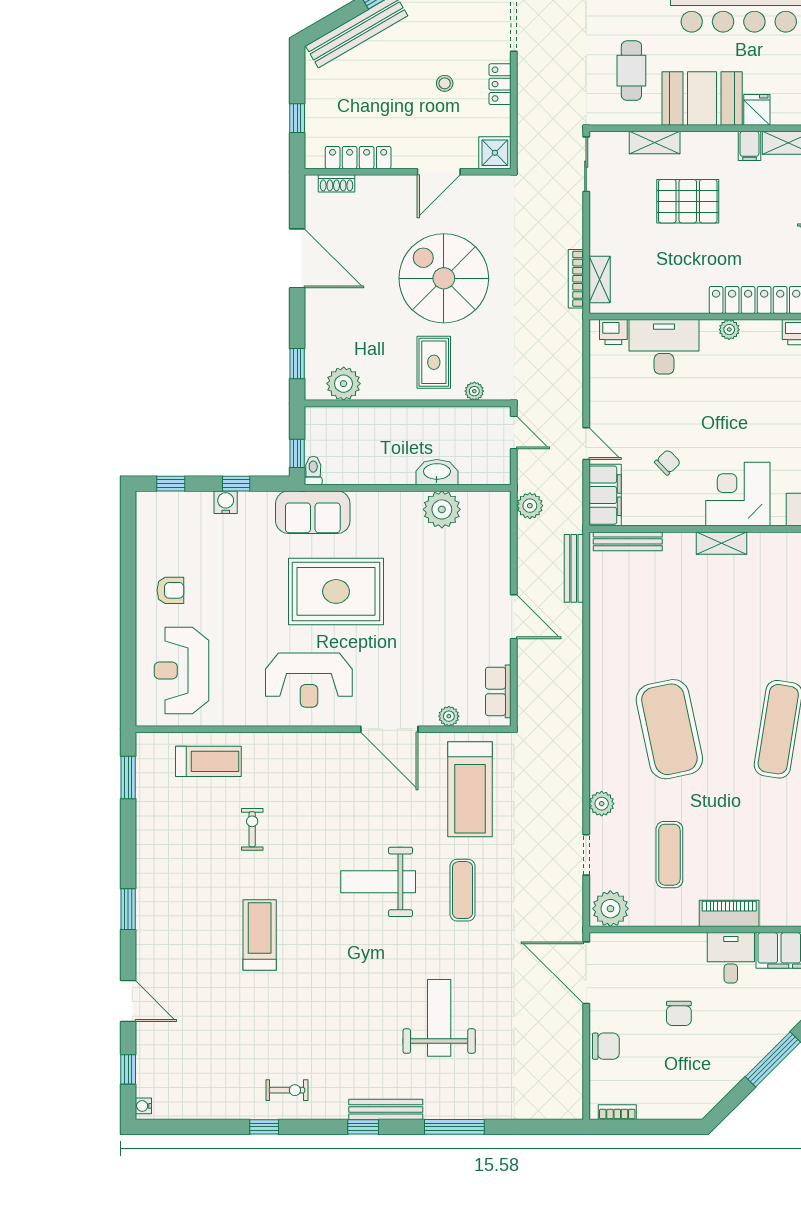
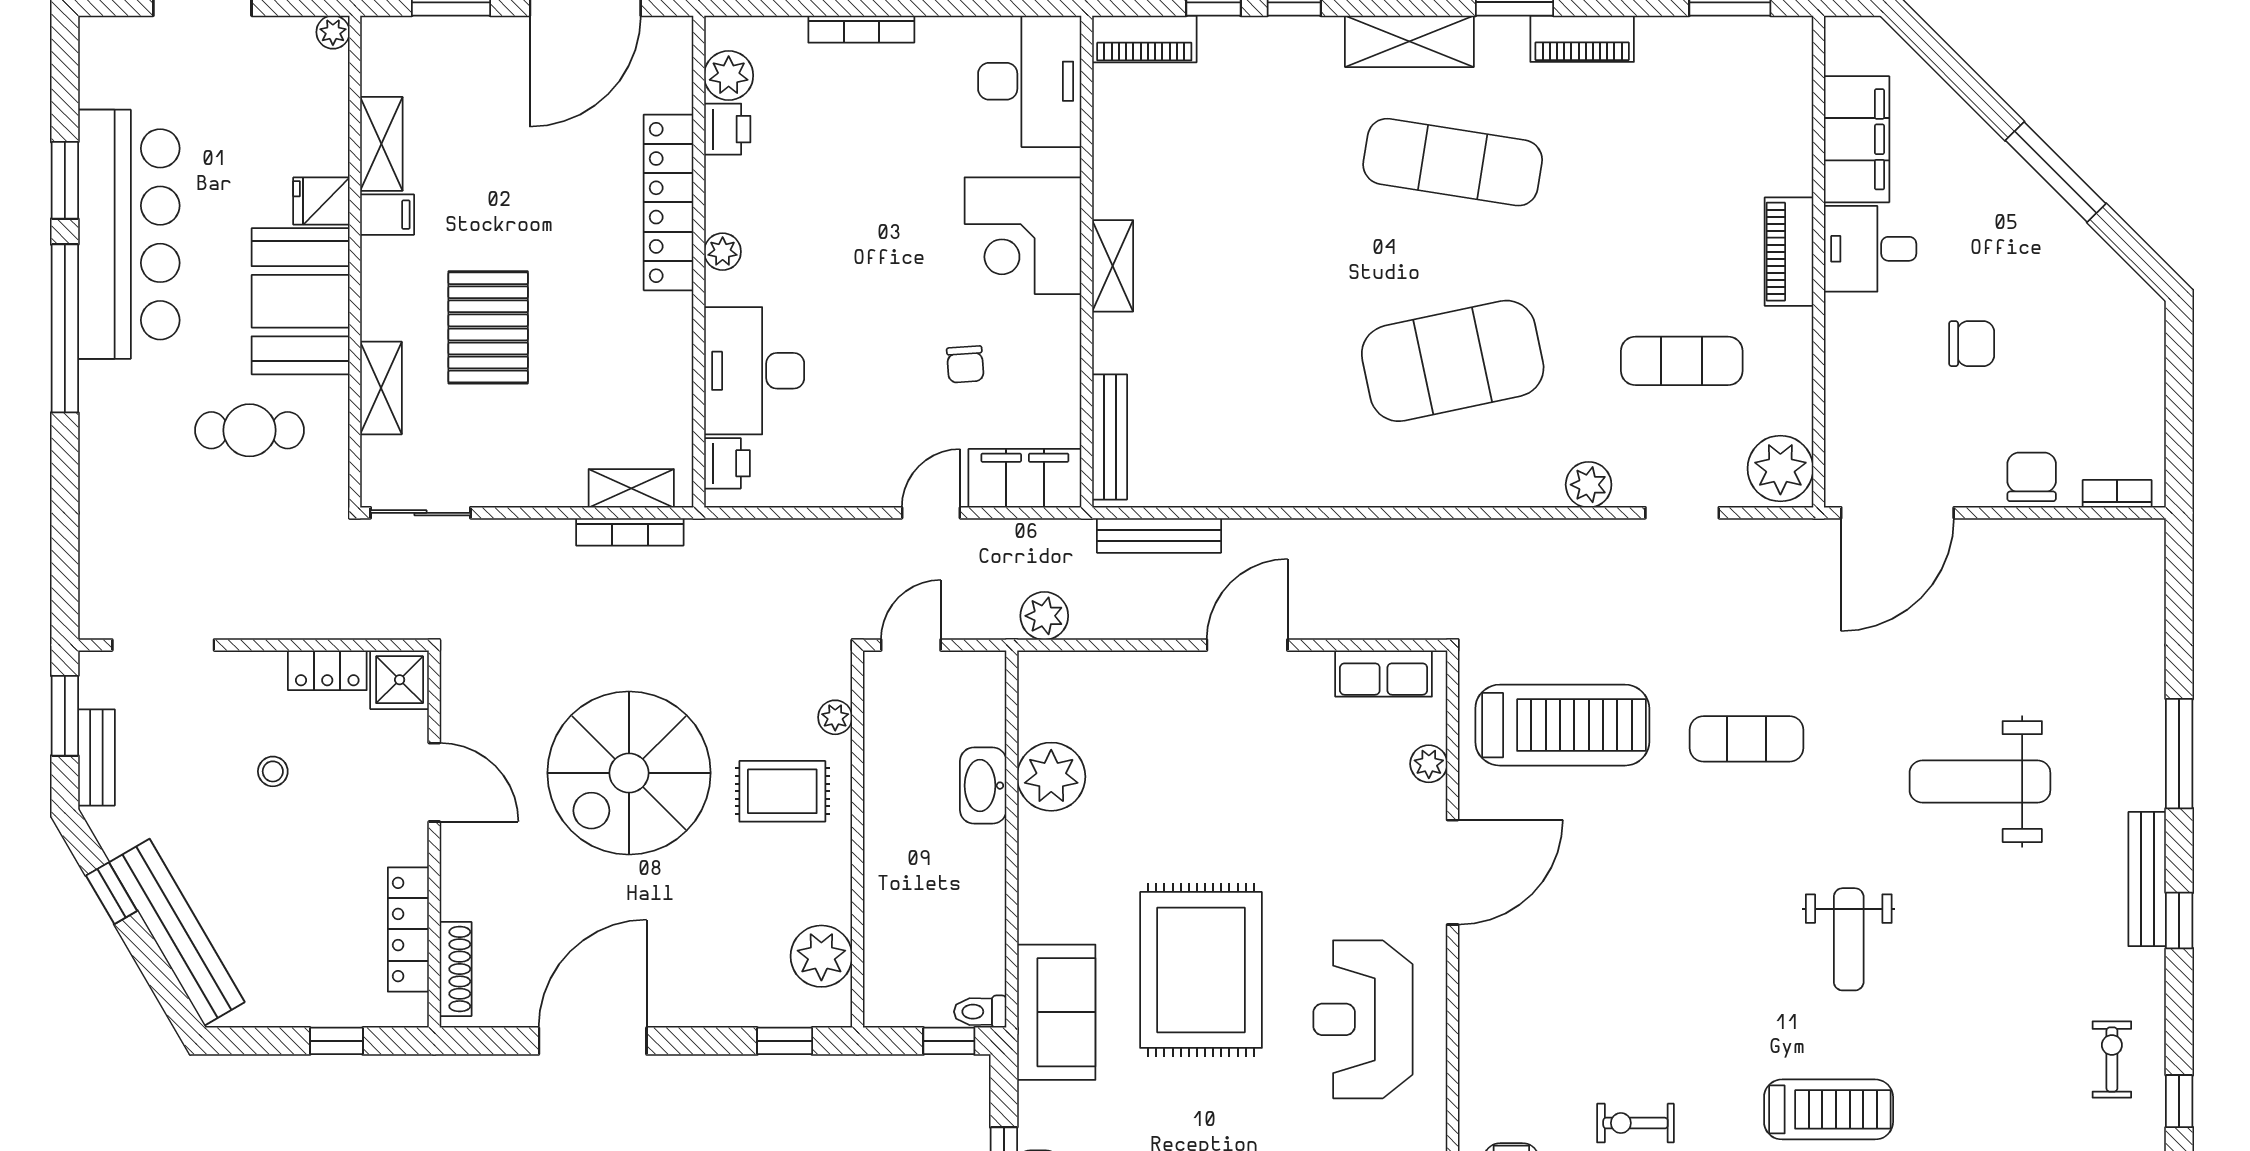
locker: (500, 84) -> (327, 670), moved
shoe rack: (336, 183) -> (456, 969), width x1.43
chair: (668, 462) -> (965, 364), turned -140
reception desk: (309, 680) -> (1363, 1019), turned 180
weight bench: (378, 882) -> (1849, 939), moved, width x0.73, depth x0.75
treadmill: (260, 935) -> (1829, 1109), turned 180
bookcase: (617, 1112) -> (2117, 494), moved, turned 90

